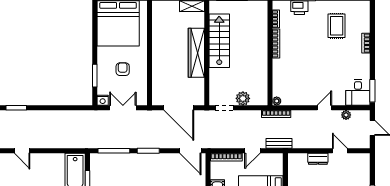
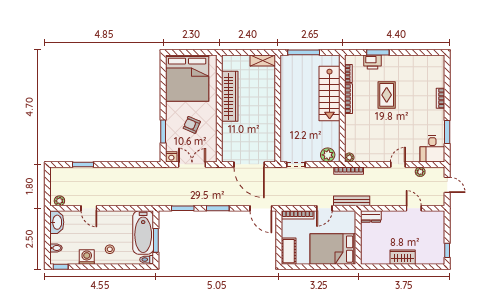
rug: (337, 26) -> (387, 95), moved
stairs: (219, 41) -> (330, 94), moved, turned 180
wardrobe: (196, 53) -> (230, 96), moved, turned 180
armchair: (123, 69) -> (192, 125), turned -67
window: (372, 91) -> (447, 132), moved
plant: (243, 98) -> (328, 155), moved
bench: (279, 143) -> (352, 201), width x1.36
window: (114, 151) -> (183, 208), width x0.69
dresser: (318, 159) -> (371, 217), moved

